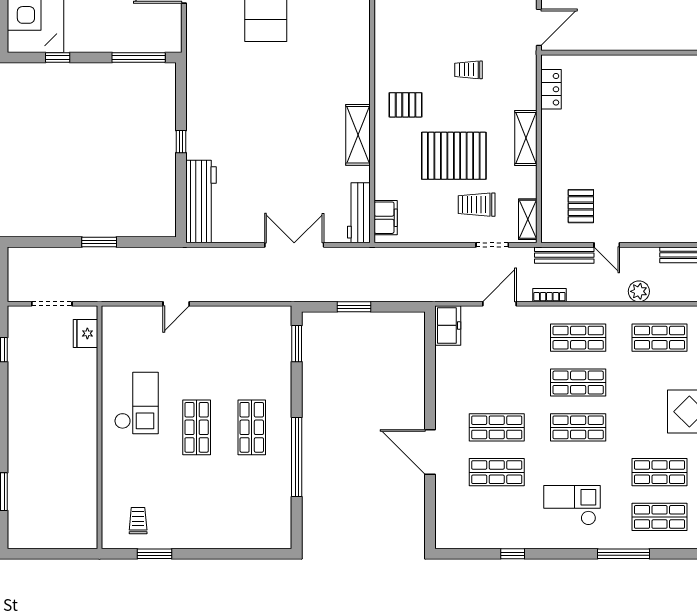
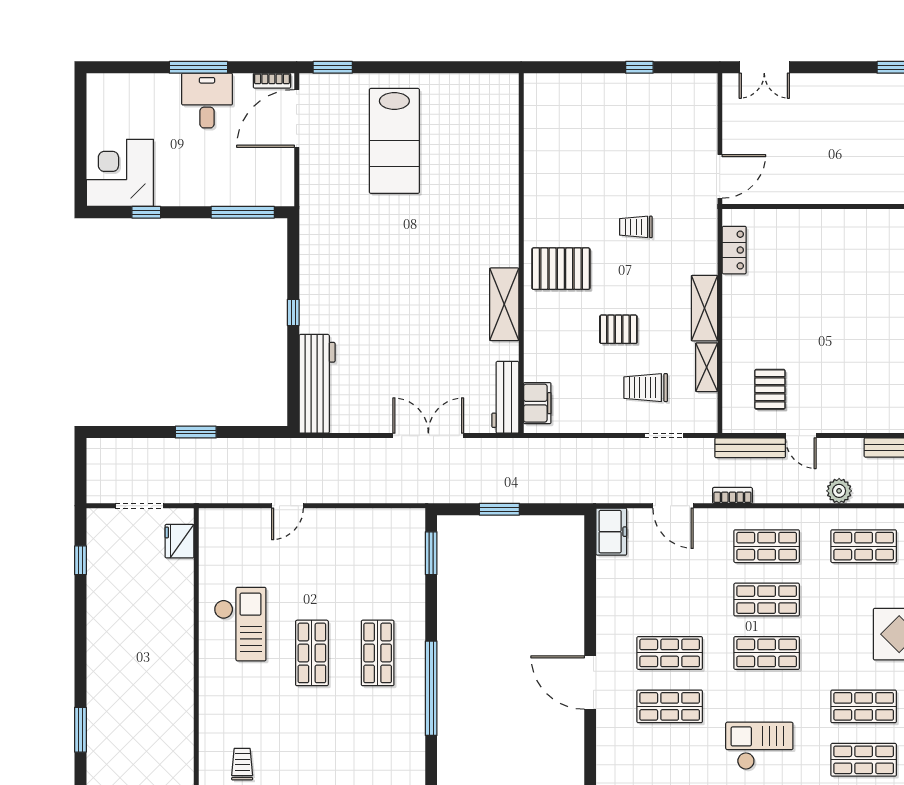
pallet: (406, 105) -> (561, 269), width x1.50, depth x1.42
pallet: (454, 156) -> (618, 329), width x0.49, depth x0.50
shelving: (528, 219) -> (707, 367), moved
door: (500, 304) -> (673, 506), swing flipped

